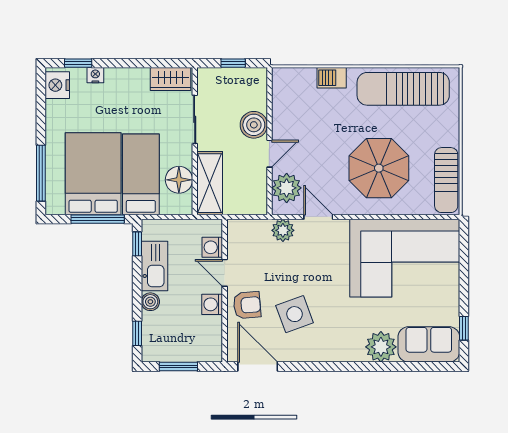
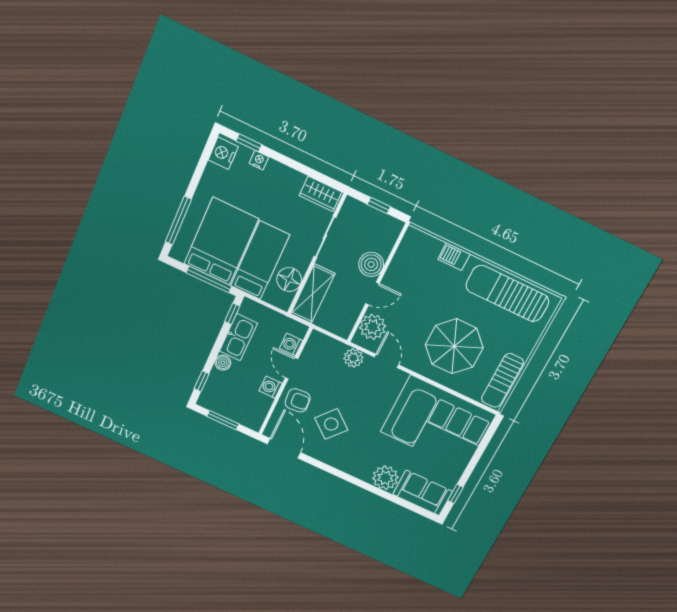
side table: (295, 314) -> (331, 424), turned -30

